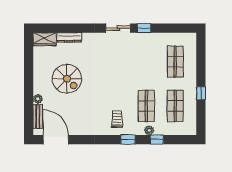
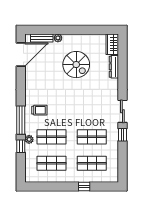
shop shelf: (146, 62) -> (92, 137), added
spiral stairs: (67, 79) -> (76, 65), turned -90
window: (201, 93) -> (84, 187), moved
window: (128, 140) -> (21, 120), width x2.17

